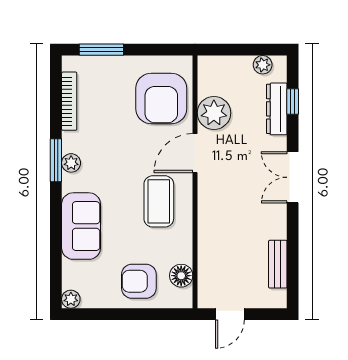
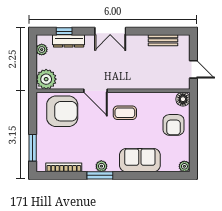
plant: (214, 113) -> (46, 79), moved
coffee table: (159, 201) -> (125, 113), width x0.73, depth x0.77
floor lamp: (181, 276) -> (183, 99), moved

